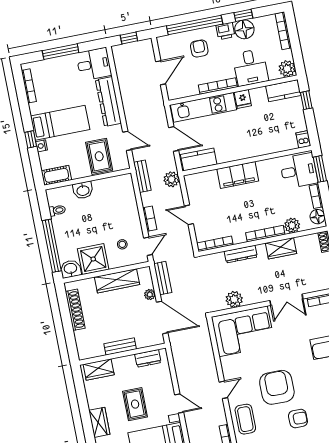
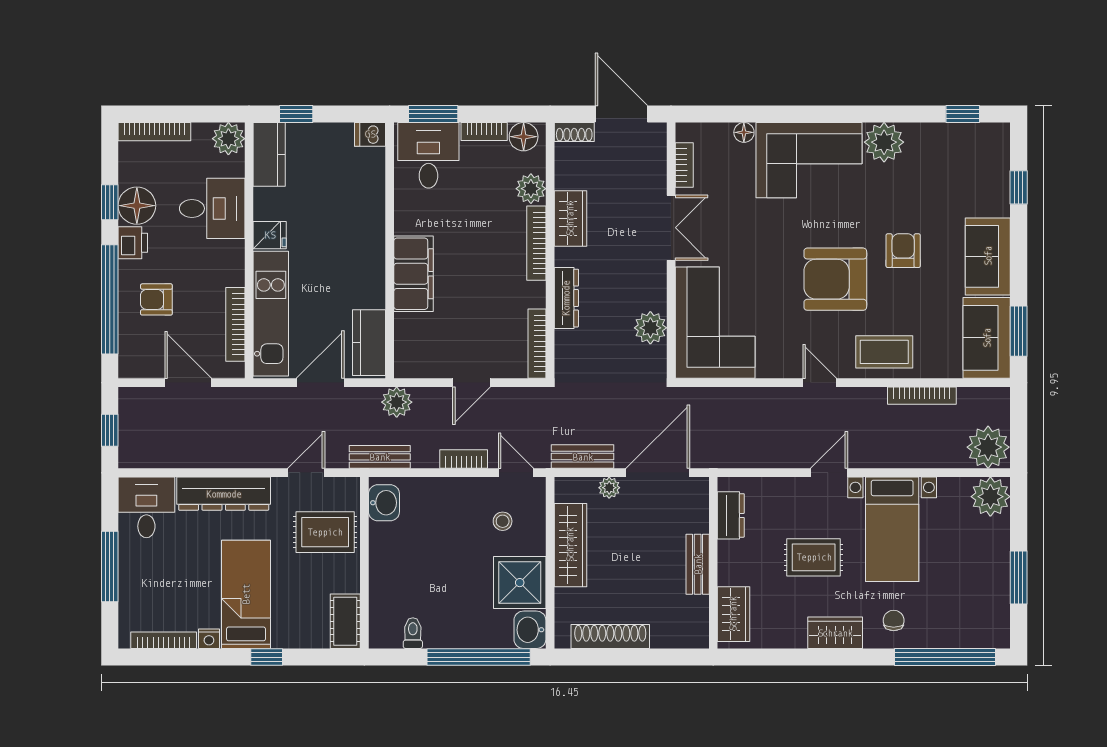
bookcase: (218, 86) -> (235, 324), moved
nightstand: (41, 146) -> (209, 639), moved
washbasin: (83, 190) -> (384, 503), moved

